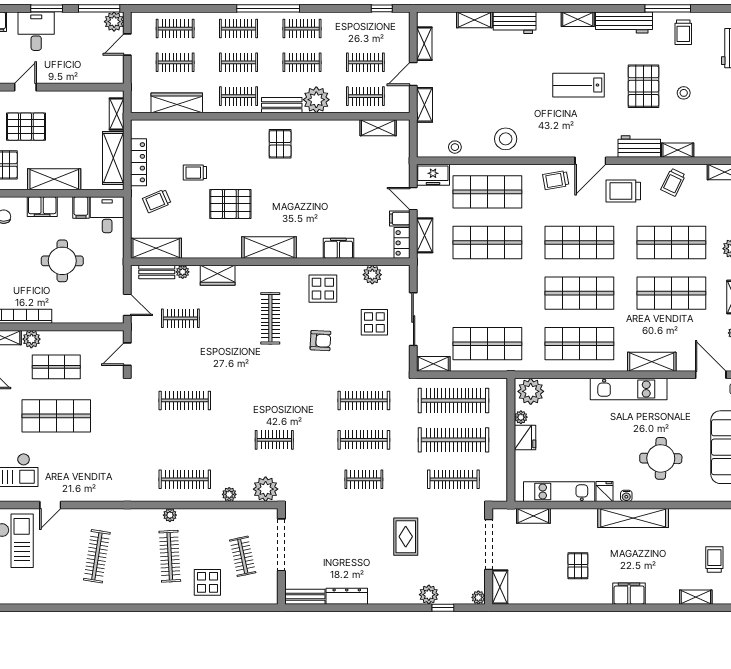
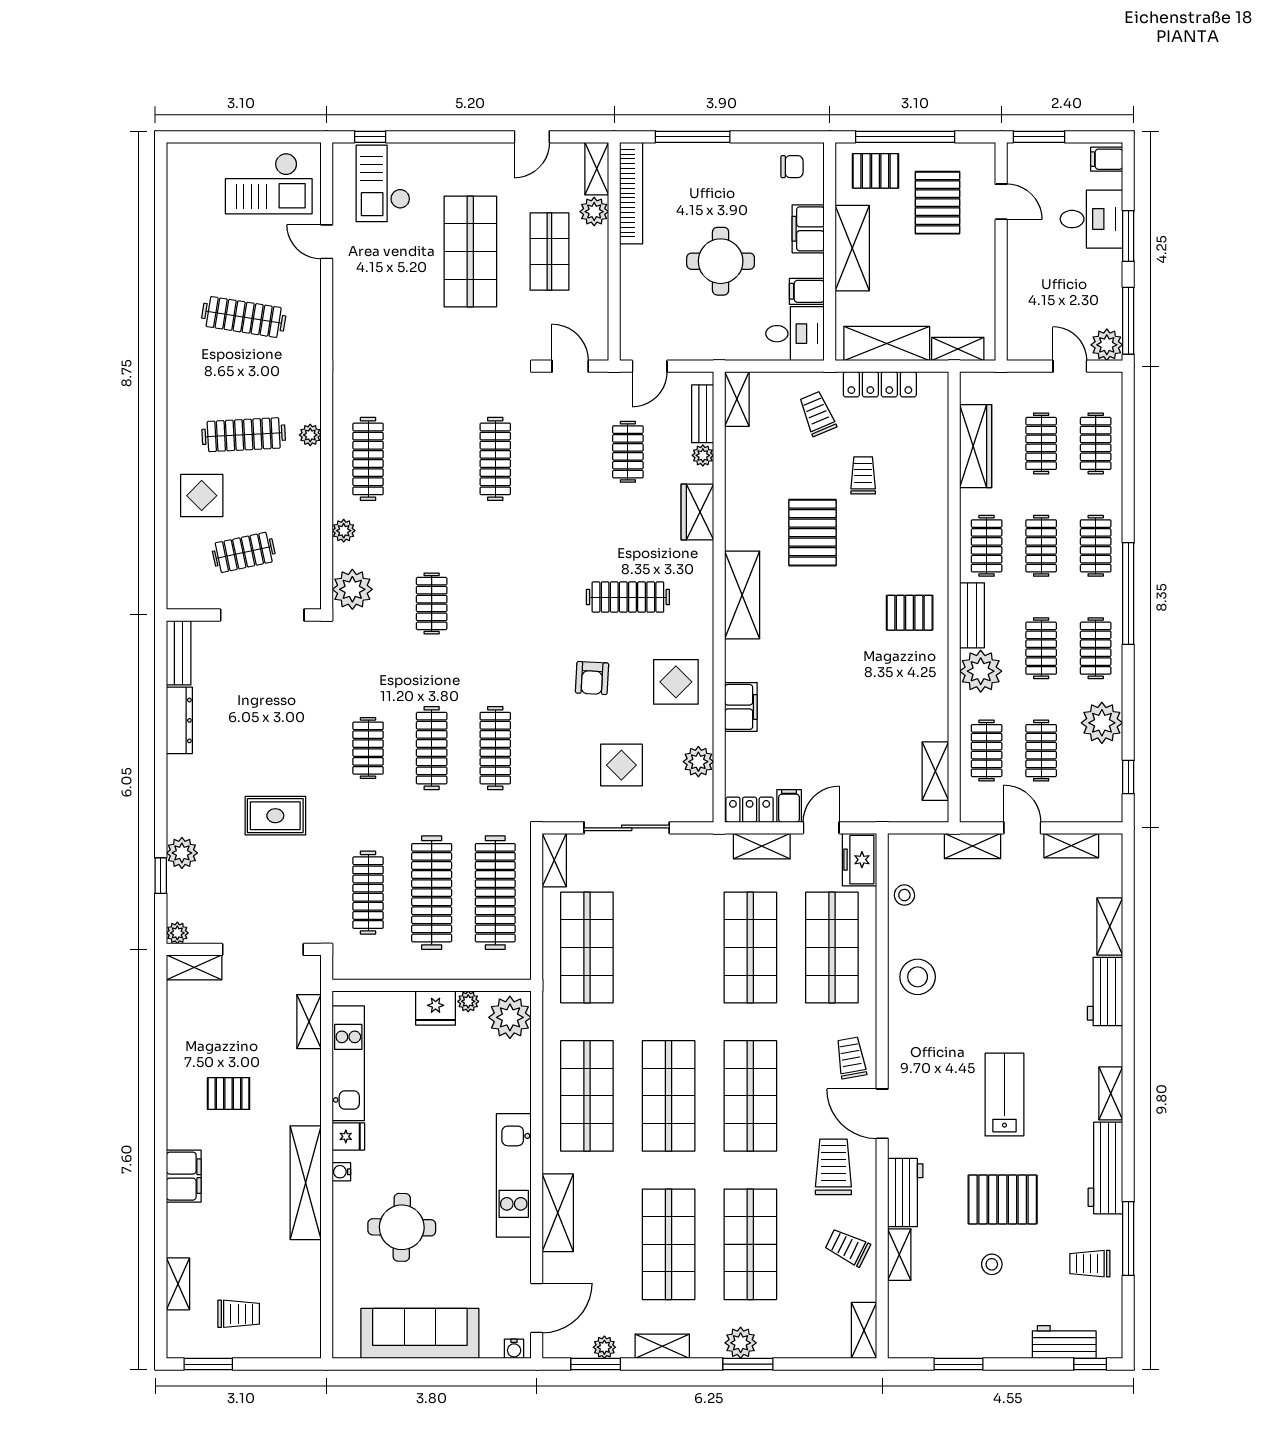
plant: (348, 25) -> (1102, 723), added
shelving: (156, 248) -> (737, 399), width x0.67, depth x0.75

